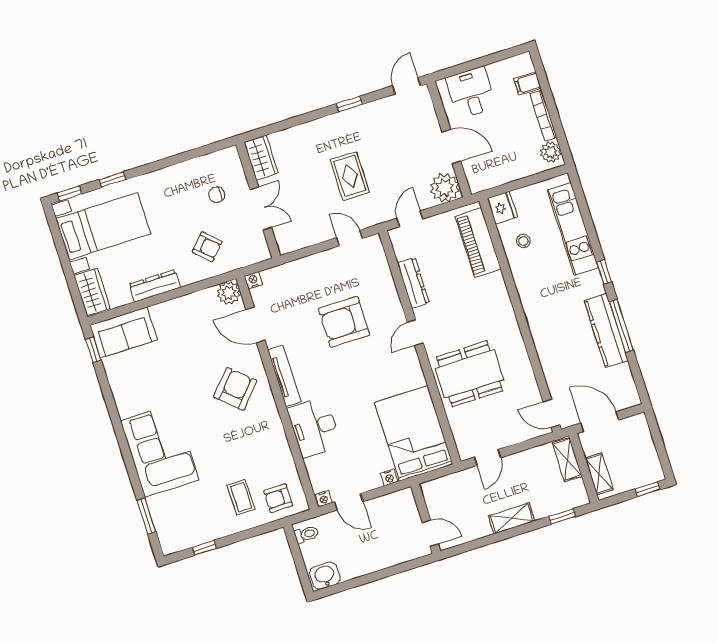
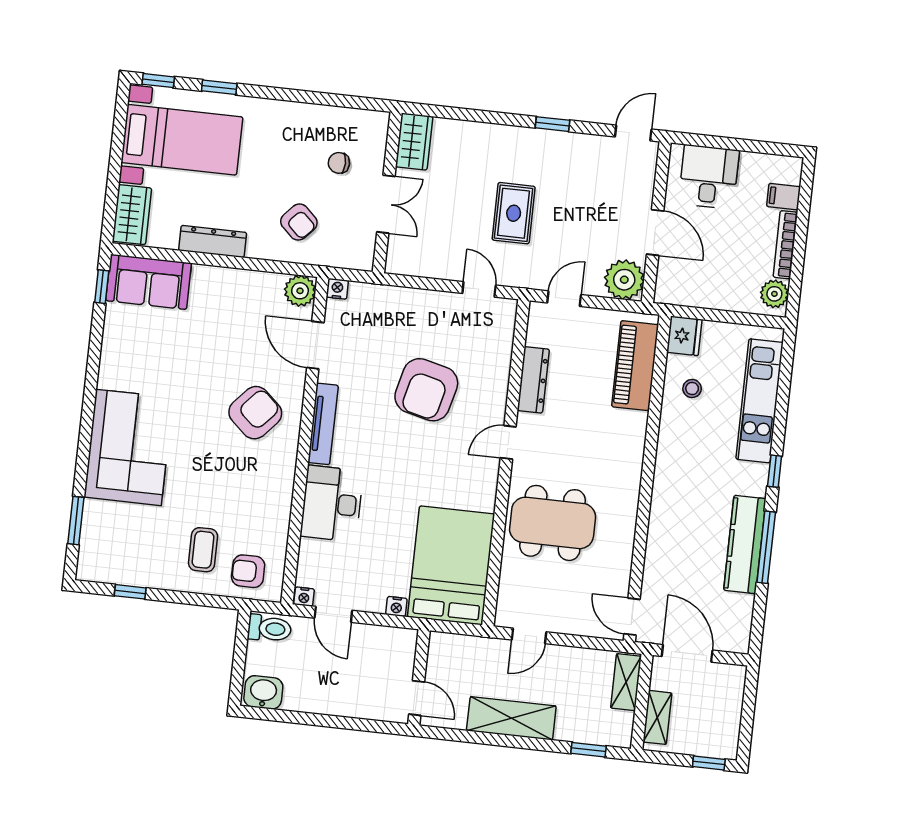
armchair: (344, 322) -> (426, 390), turned -76
shelving: (512, 518) -> (511, 718), width x1.50, depth x1.33
toilet: (306, 534) -> (270, 628), width x1.37, depth x1.39

